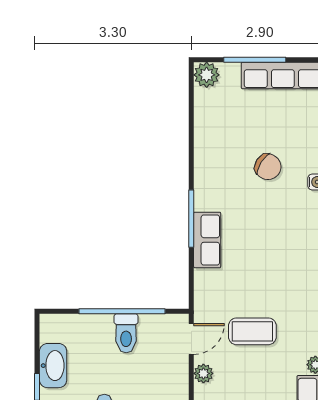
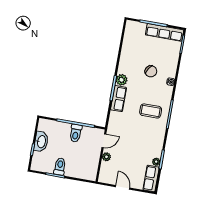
plant: (207, 75) -> (122, 80), moved
coffee table: (252, 331) -> (151, 111), moved

